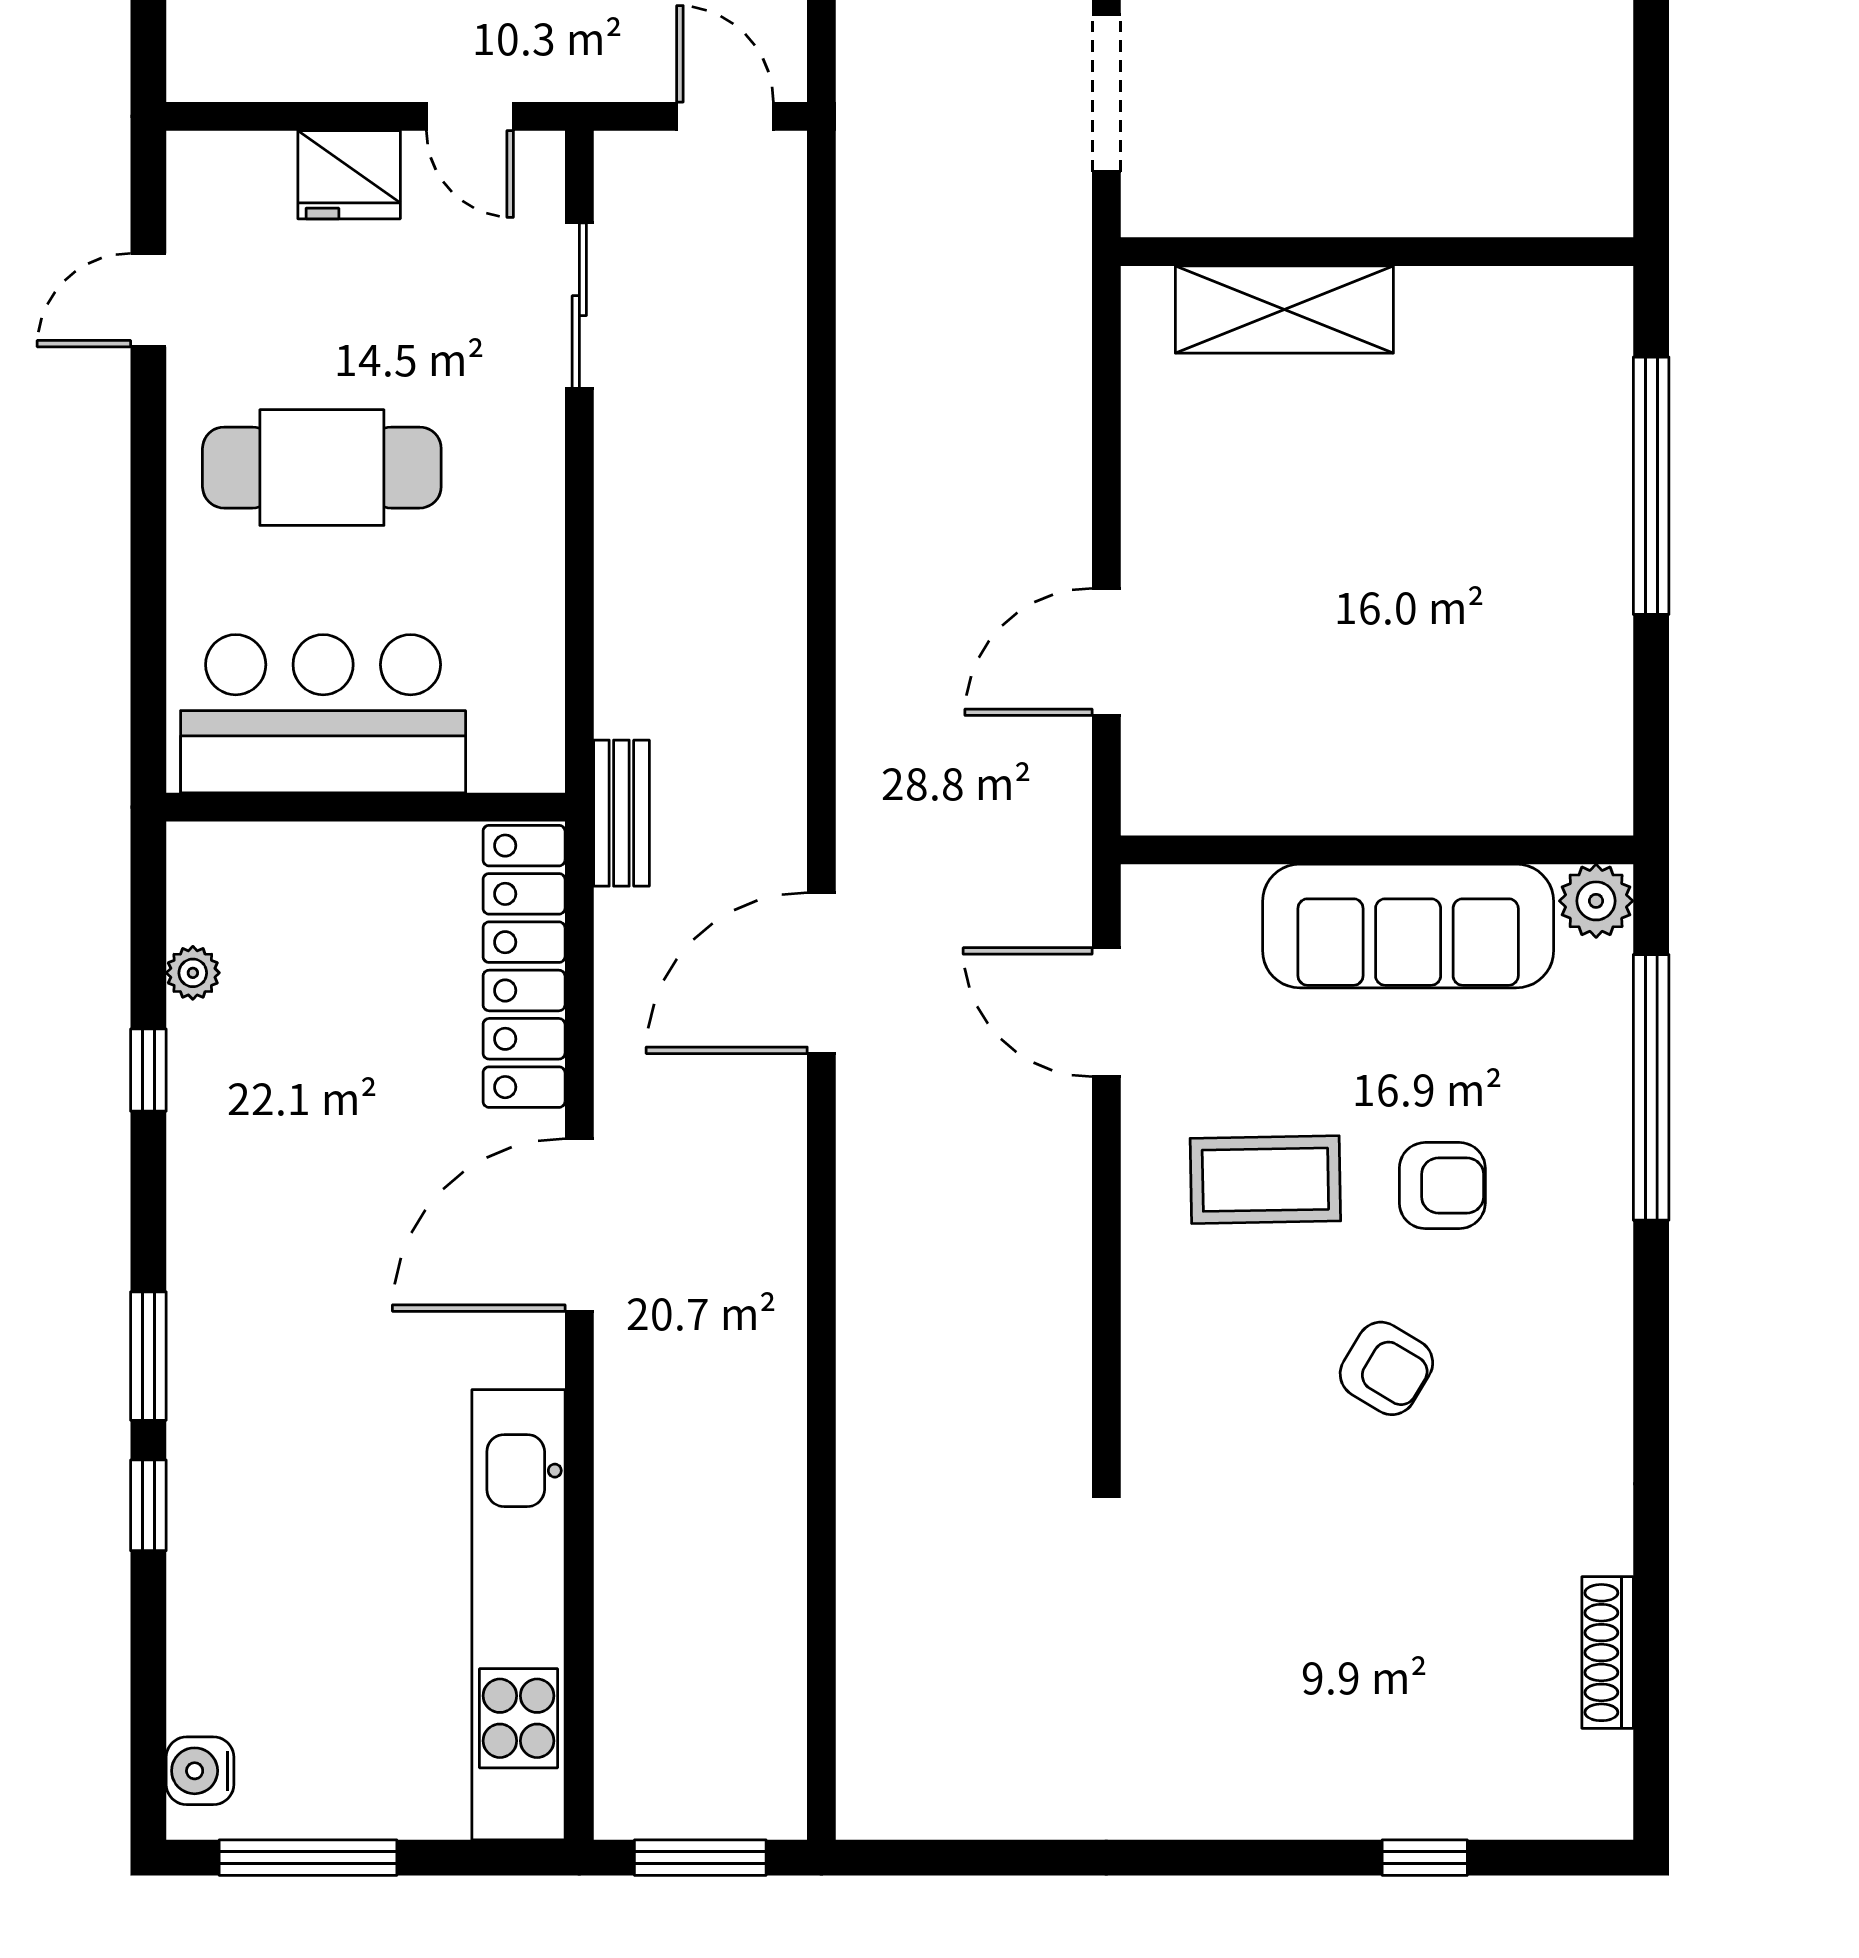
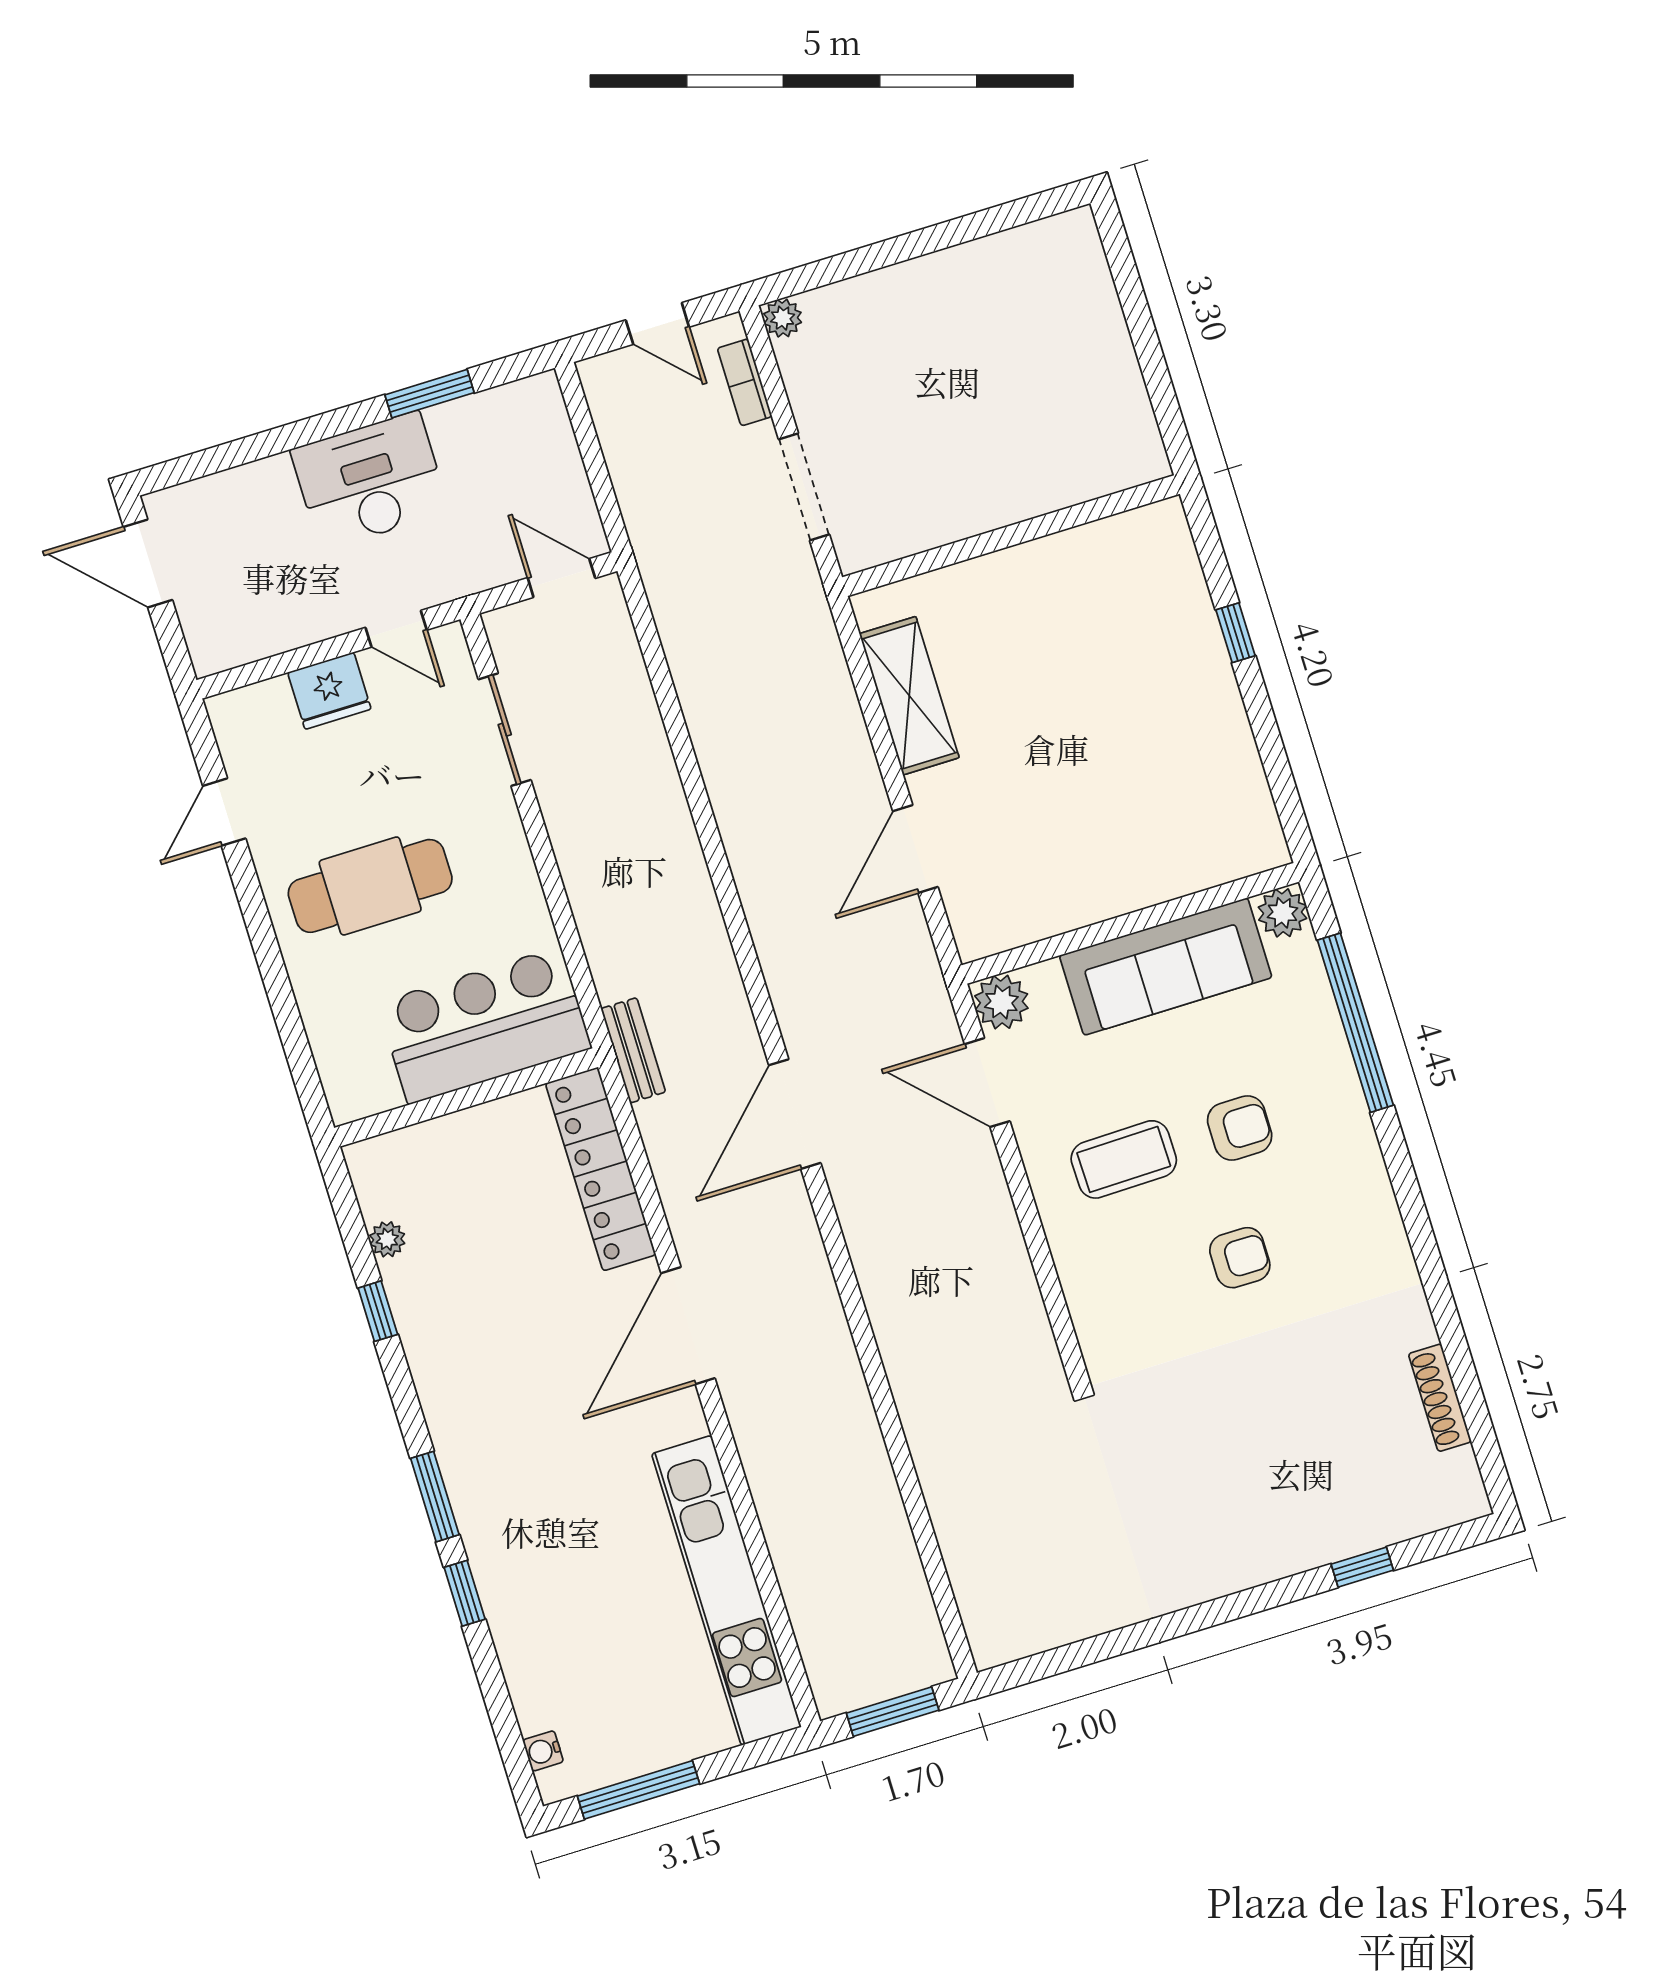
shelving: (1284, 310) -> (909, 696), moved, turned 90
window: (1651, 486) -> (1235, 633), width x0.32
bar counter: (323, 714) -> (485, 1026), moved
plant: (1161, 905) -> (1001, 1002), added
armchair: (1386, 1368) -> (1240, 1258), turned -31
water cooler: (200, 1771) -> (543, 1751), width x0.72, depth x0.72

